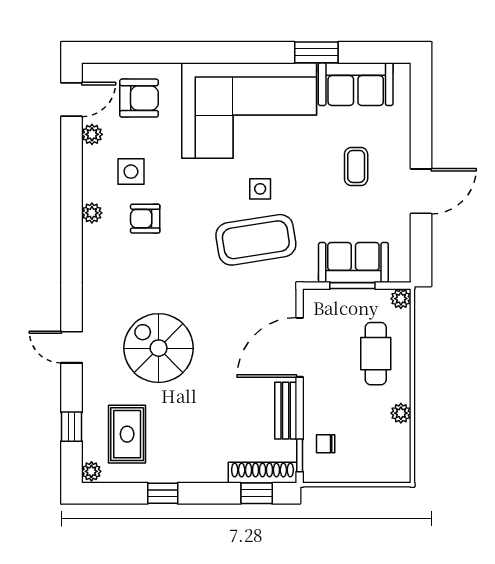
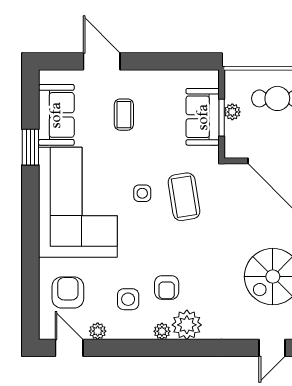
coffee table: (356, 166) -> (124, 115), turned 90
door: (421, 191) -> (102, 61), moved
coffee table: (256, 240) -> (184, 197), width x0.73, depth x0.76
plant: (100, 243) -> (187, 325), added
plant: (401, 299) -> (232, 112), moved

